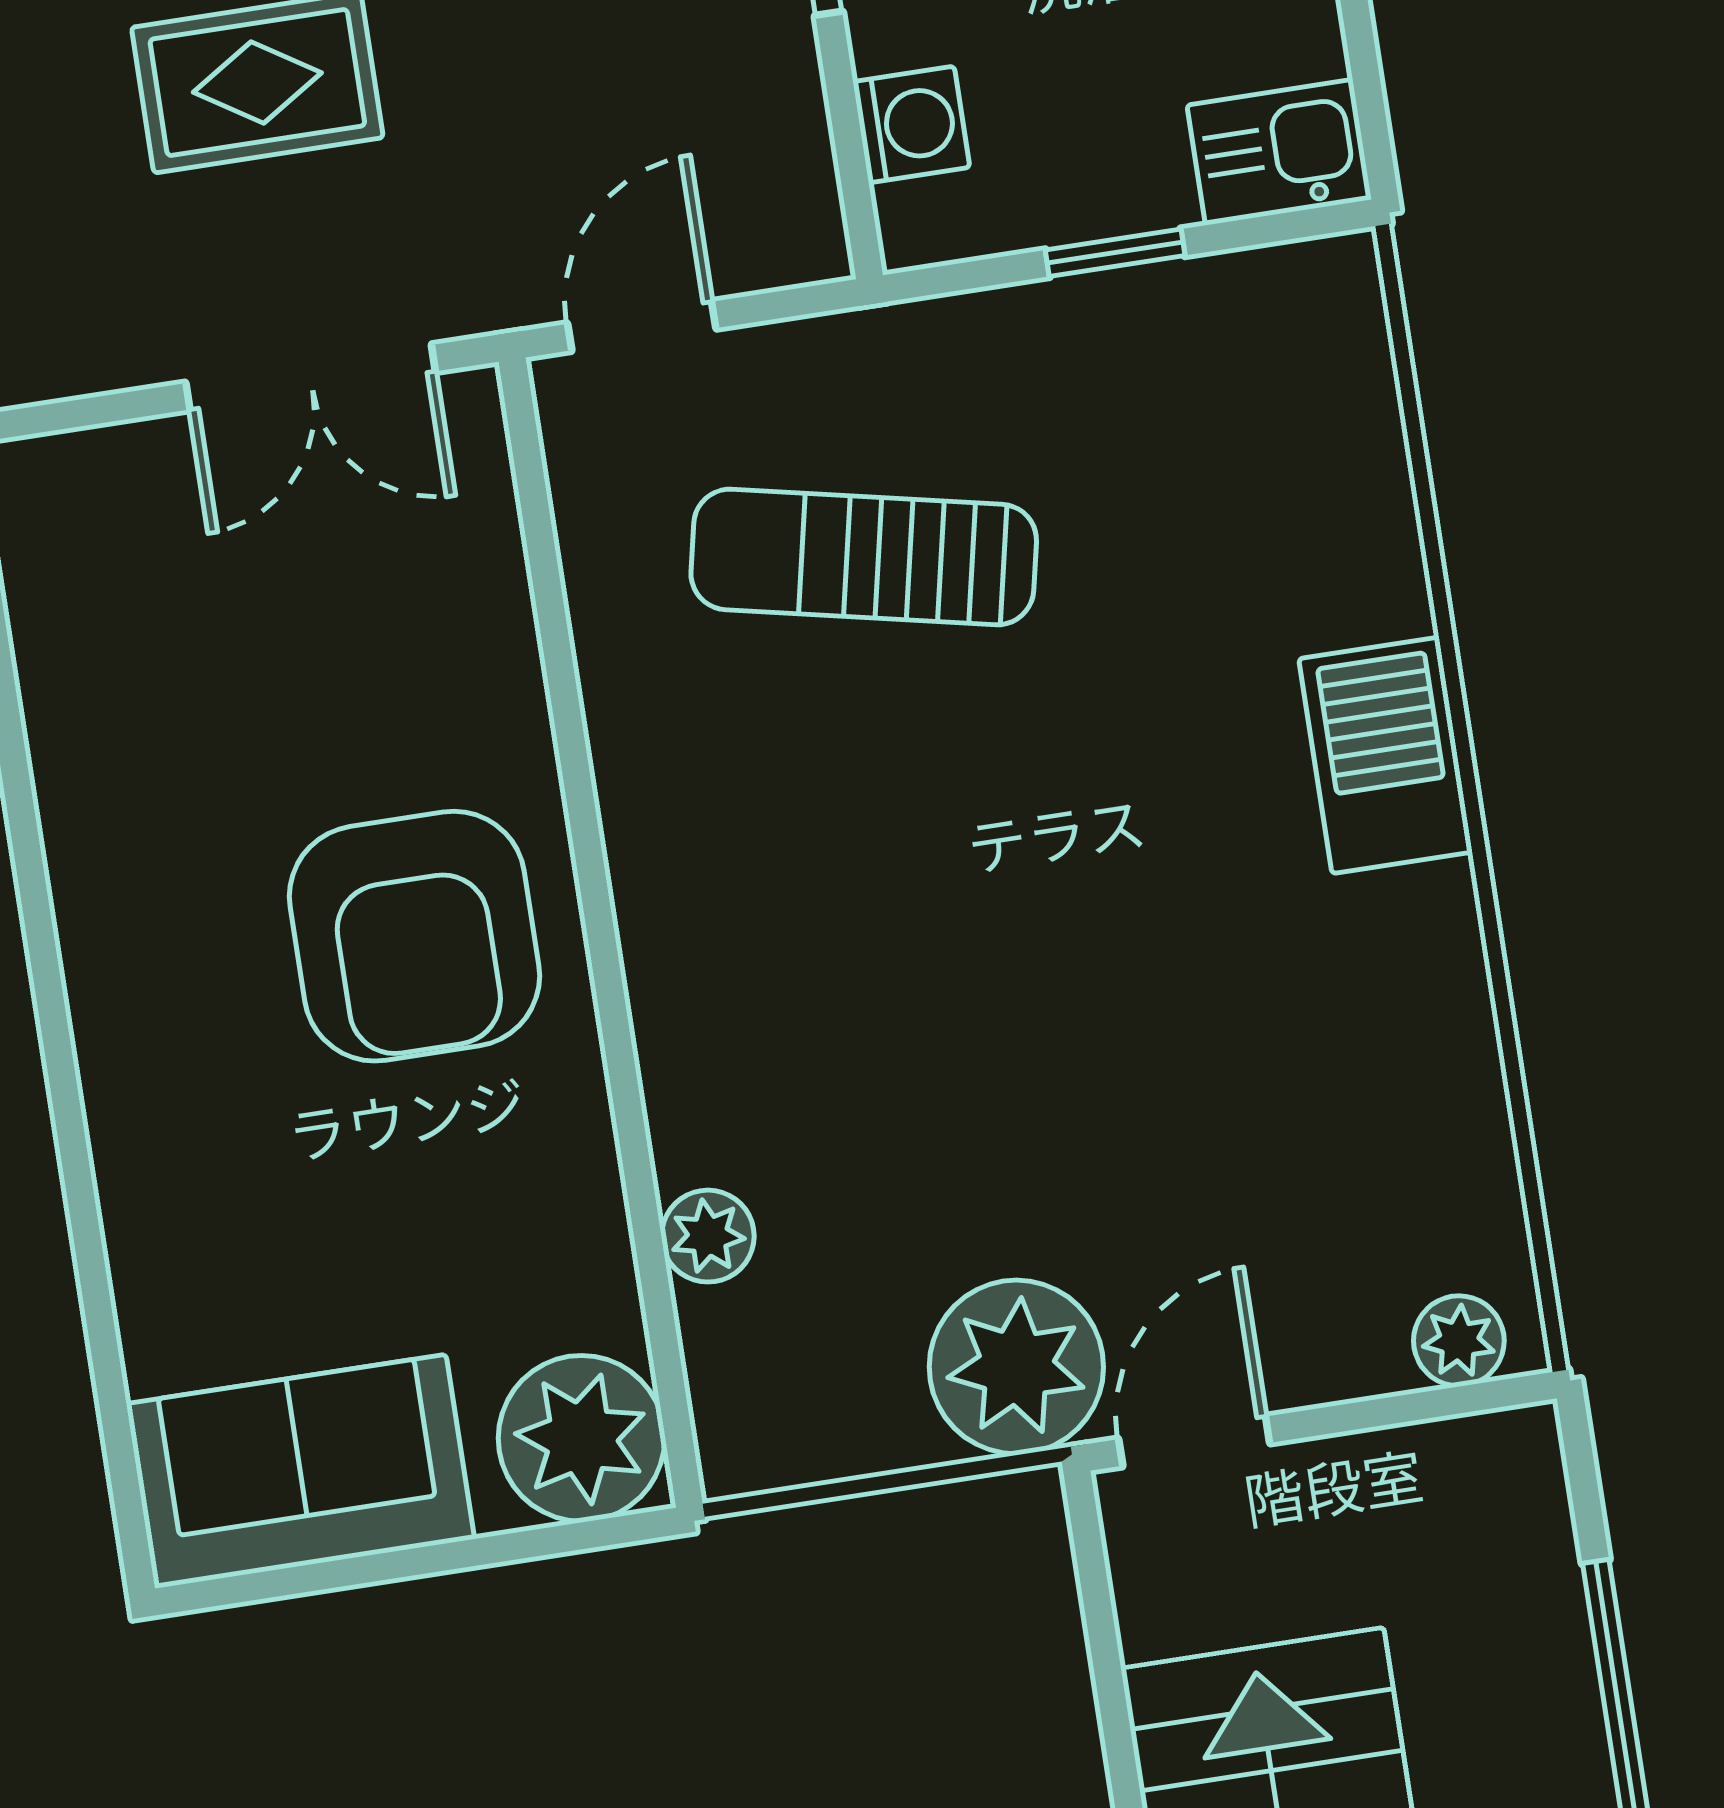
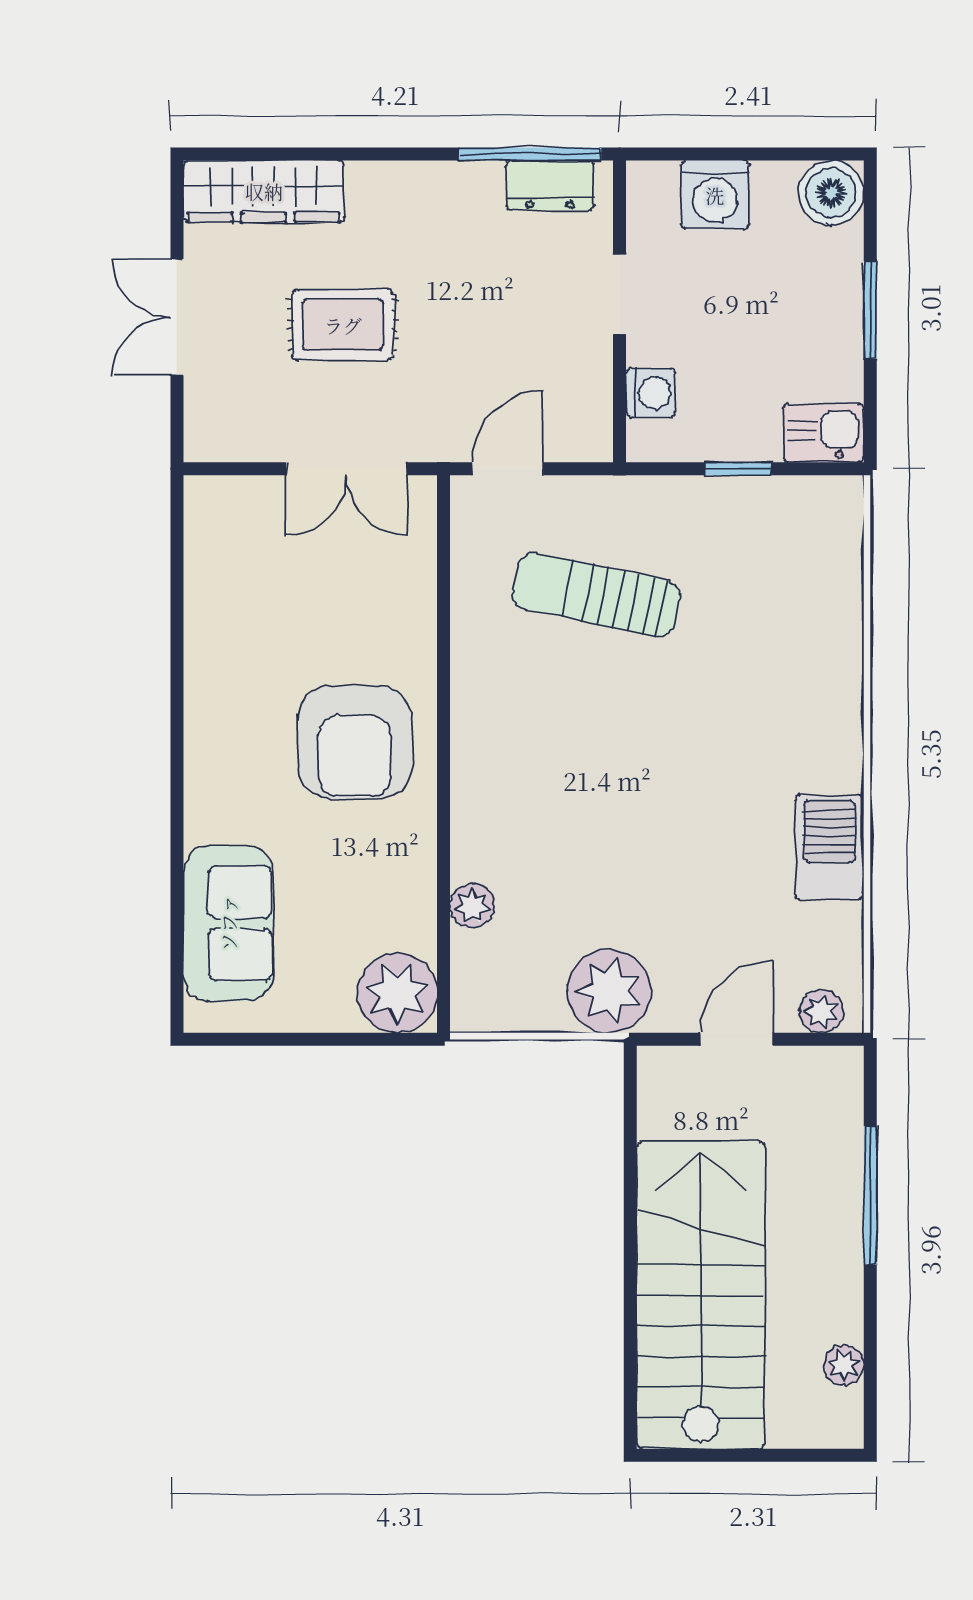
barbecue: (1386, 755) -> (830, 847), moved
door: (1194, 1441) -> (737, 1039), moved
sofa: (300, 1471) -> (228, 923), moved, turned 90

